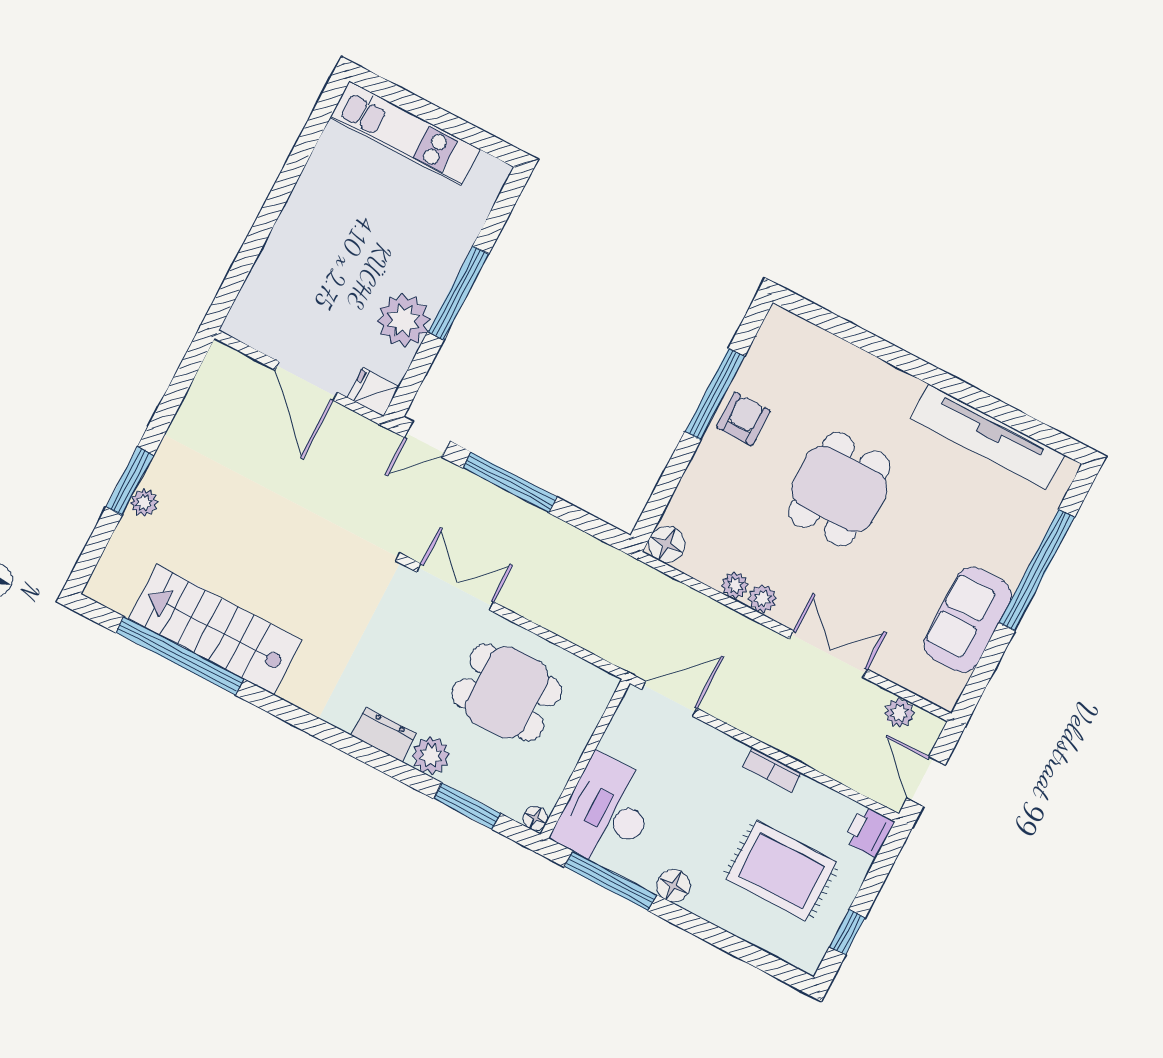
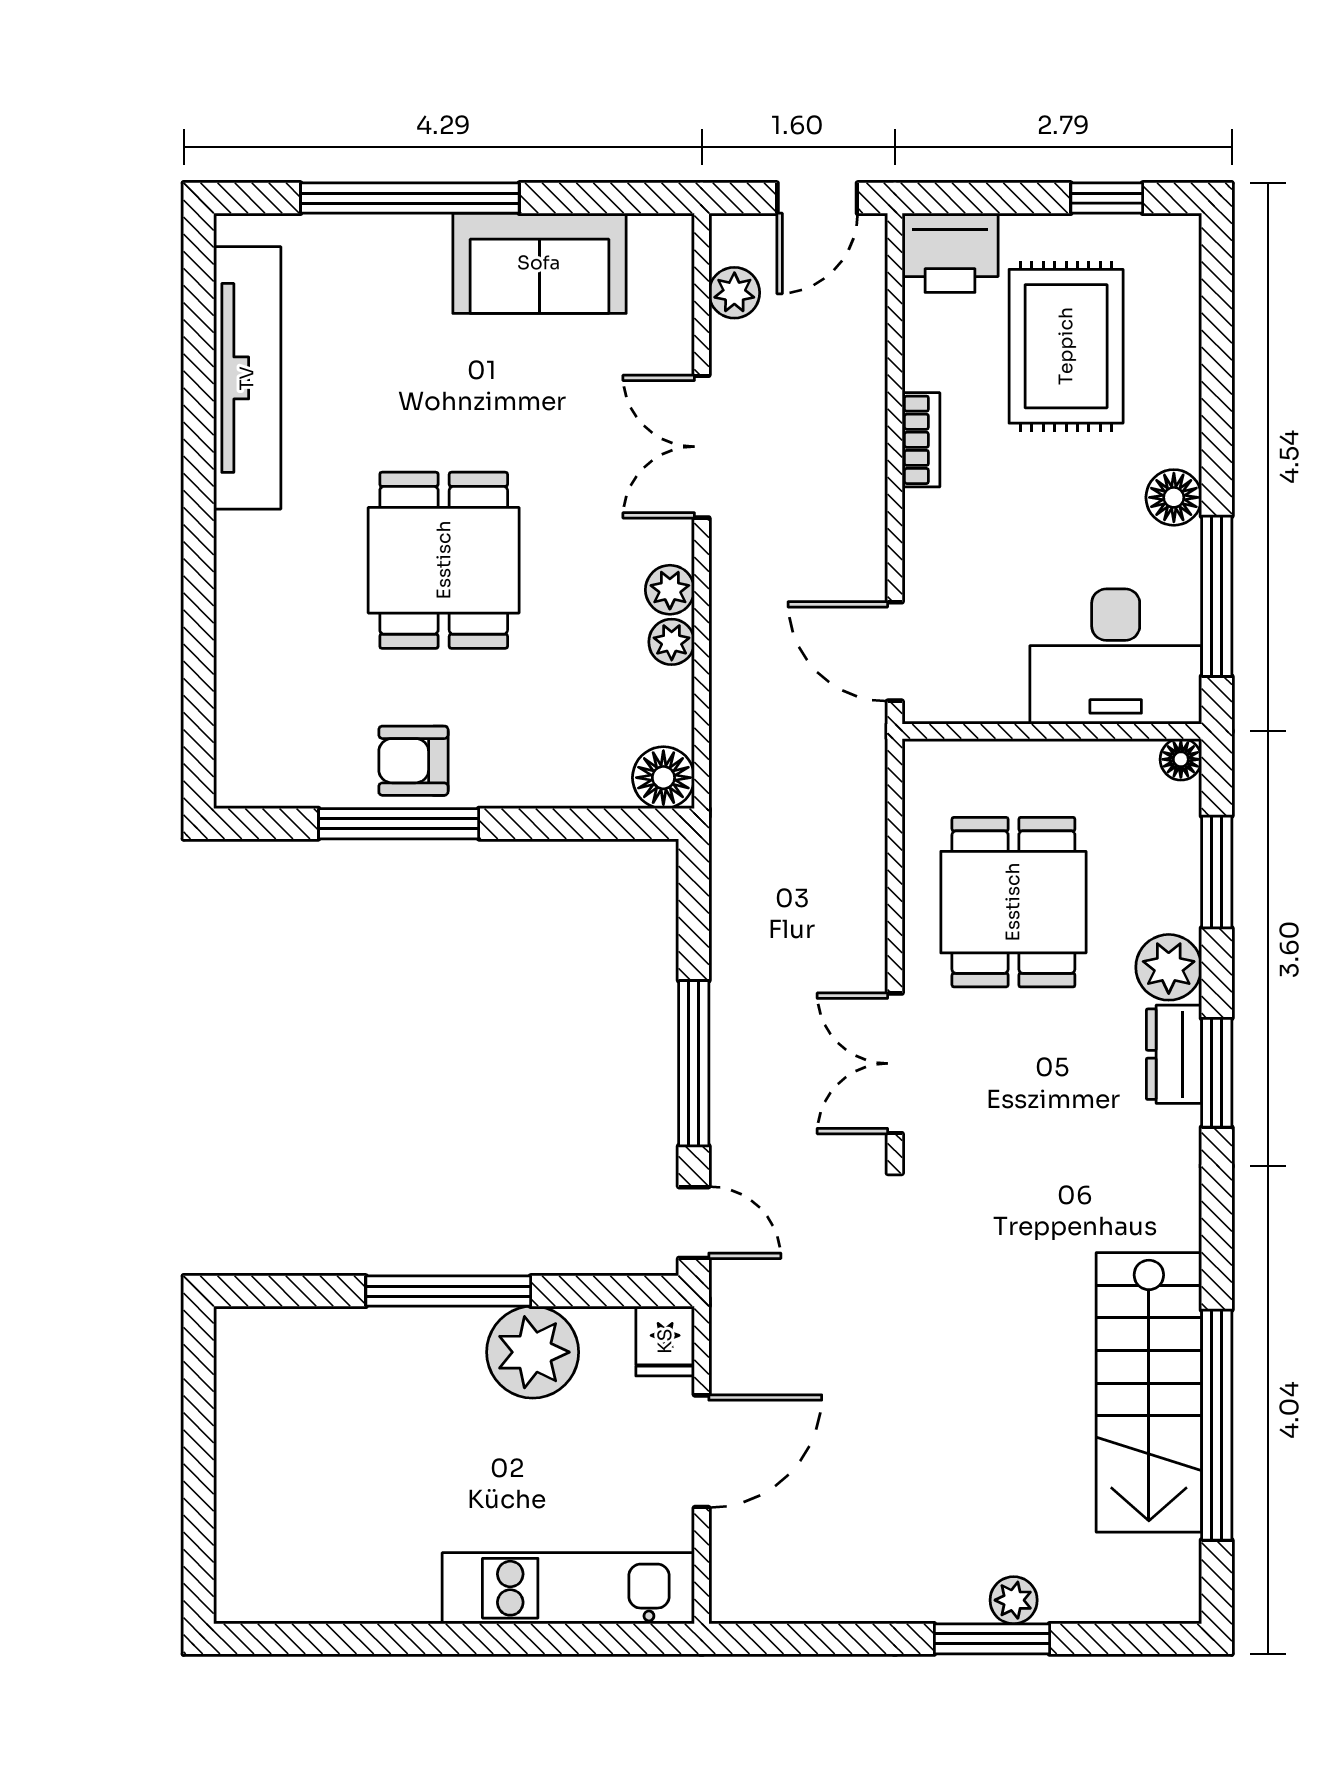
kitchen unit: (405, 133) -> (568, 1588), moved, turned -90
dining table: (839, 489) -> (444, 560), turned 90
window: (363, 752) -> (1217, 1073), added
printer: (869, 831) -> (950, 253), width x1.36, depth x1.24

